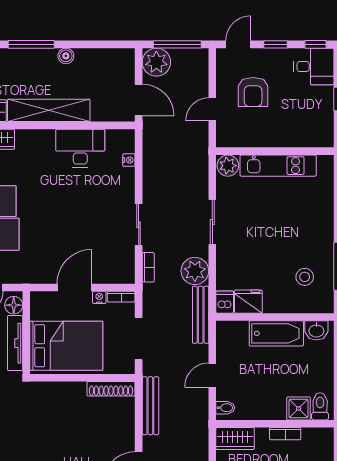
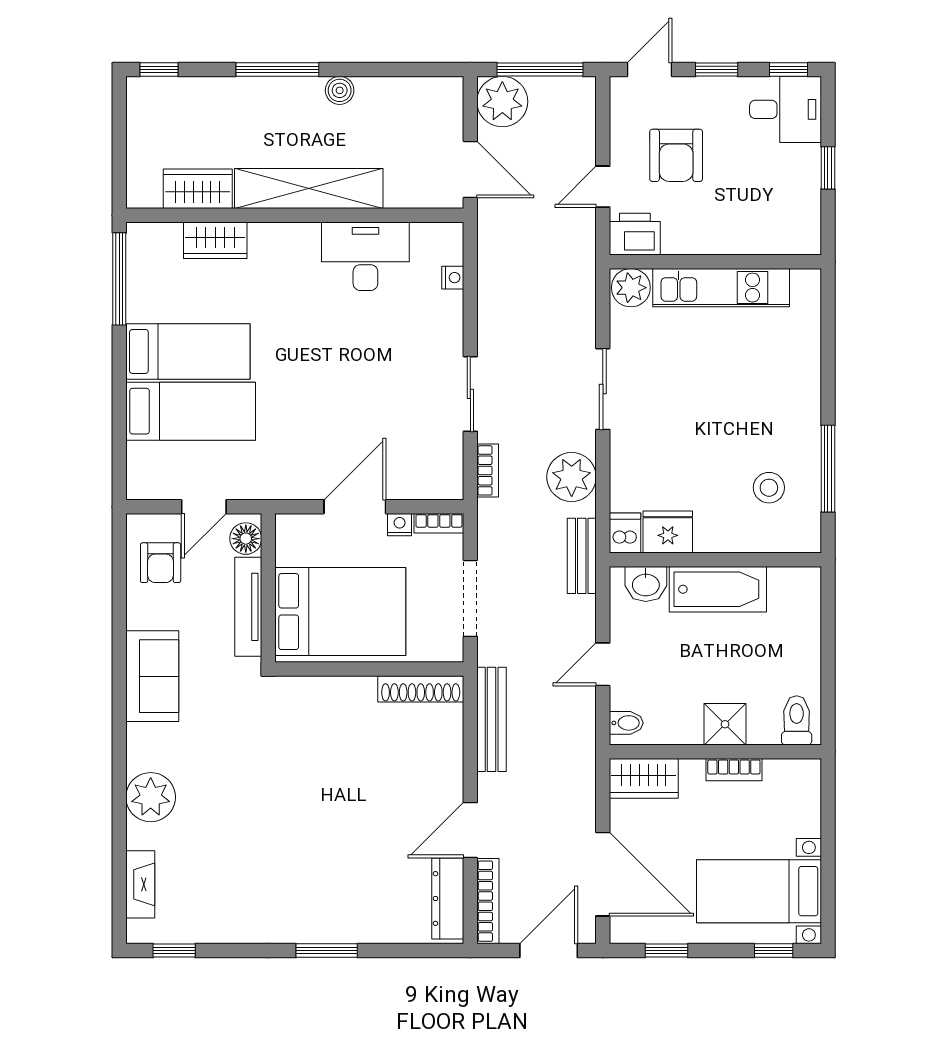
printer: (230, 136) -> (635, 234), added
bench: (201, 315) -> (582, 556), width x0.73
washbasin: (316, 330) -> (646, 584), moved
shower: (299, 408) -> (725, 724), moved

